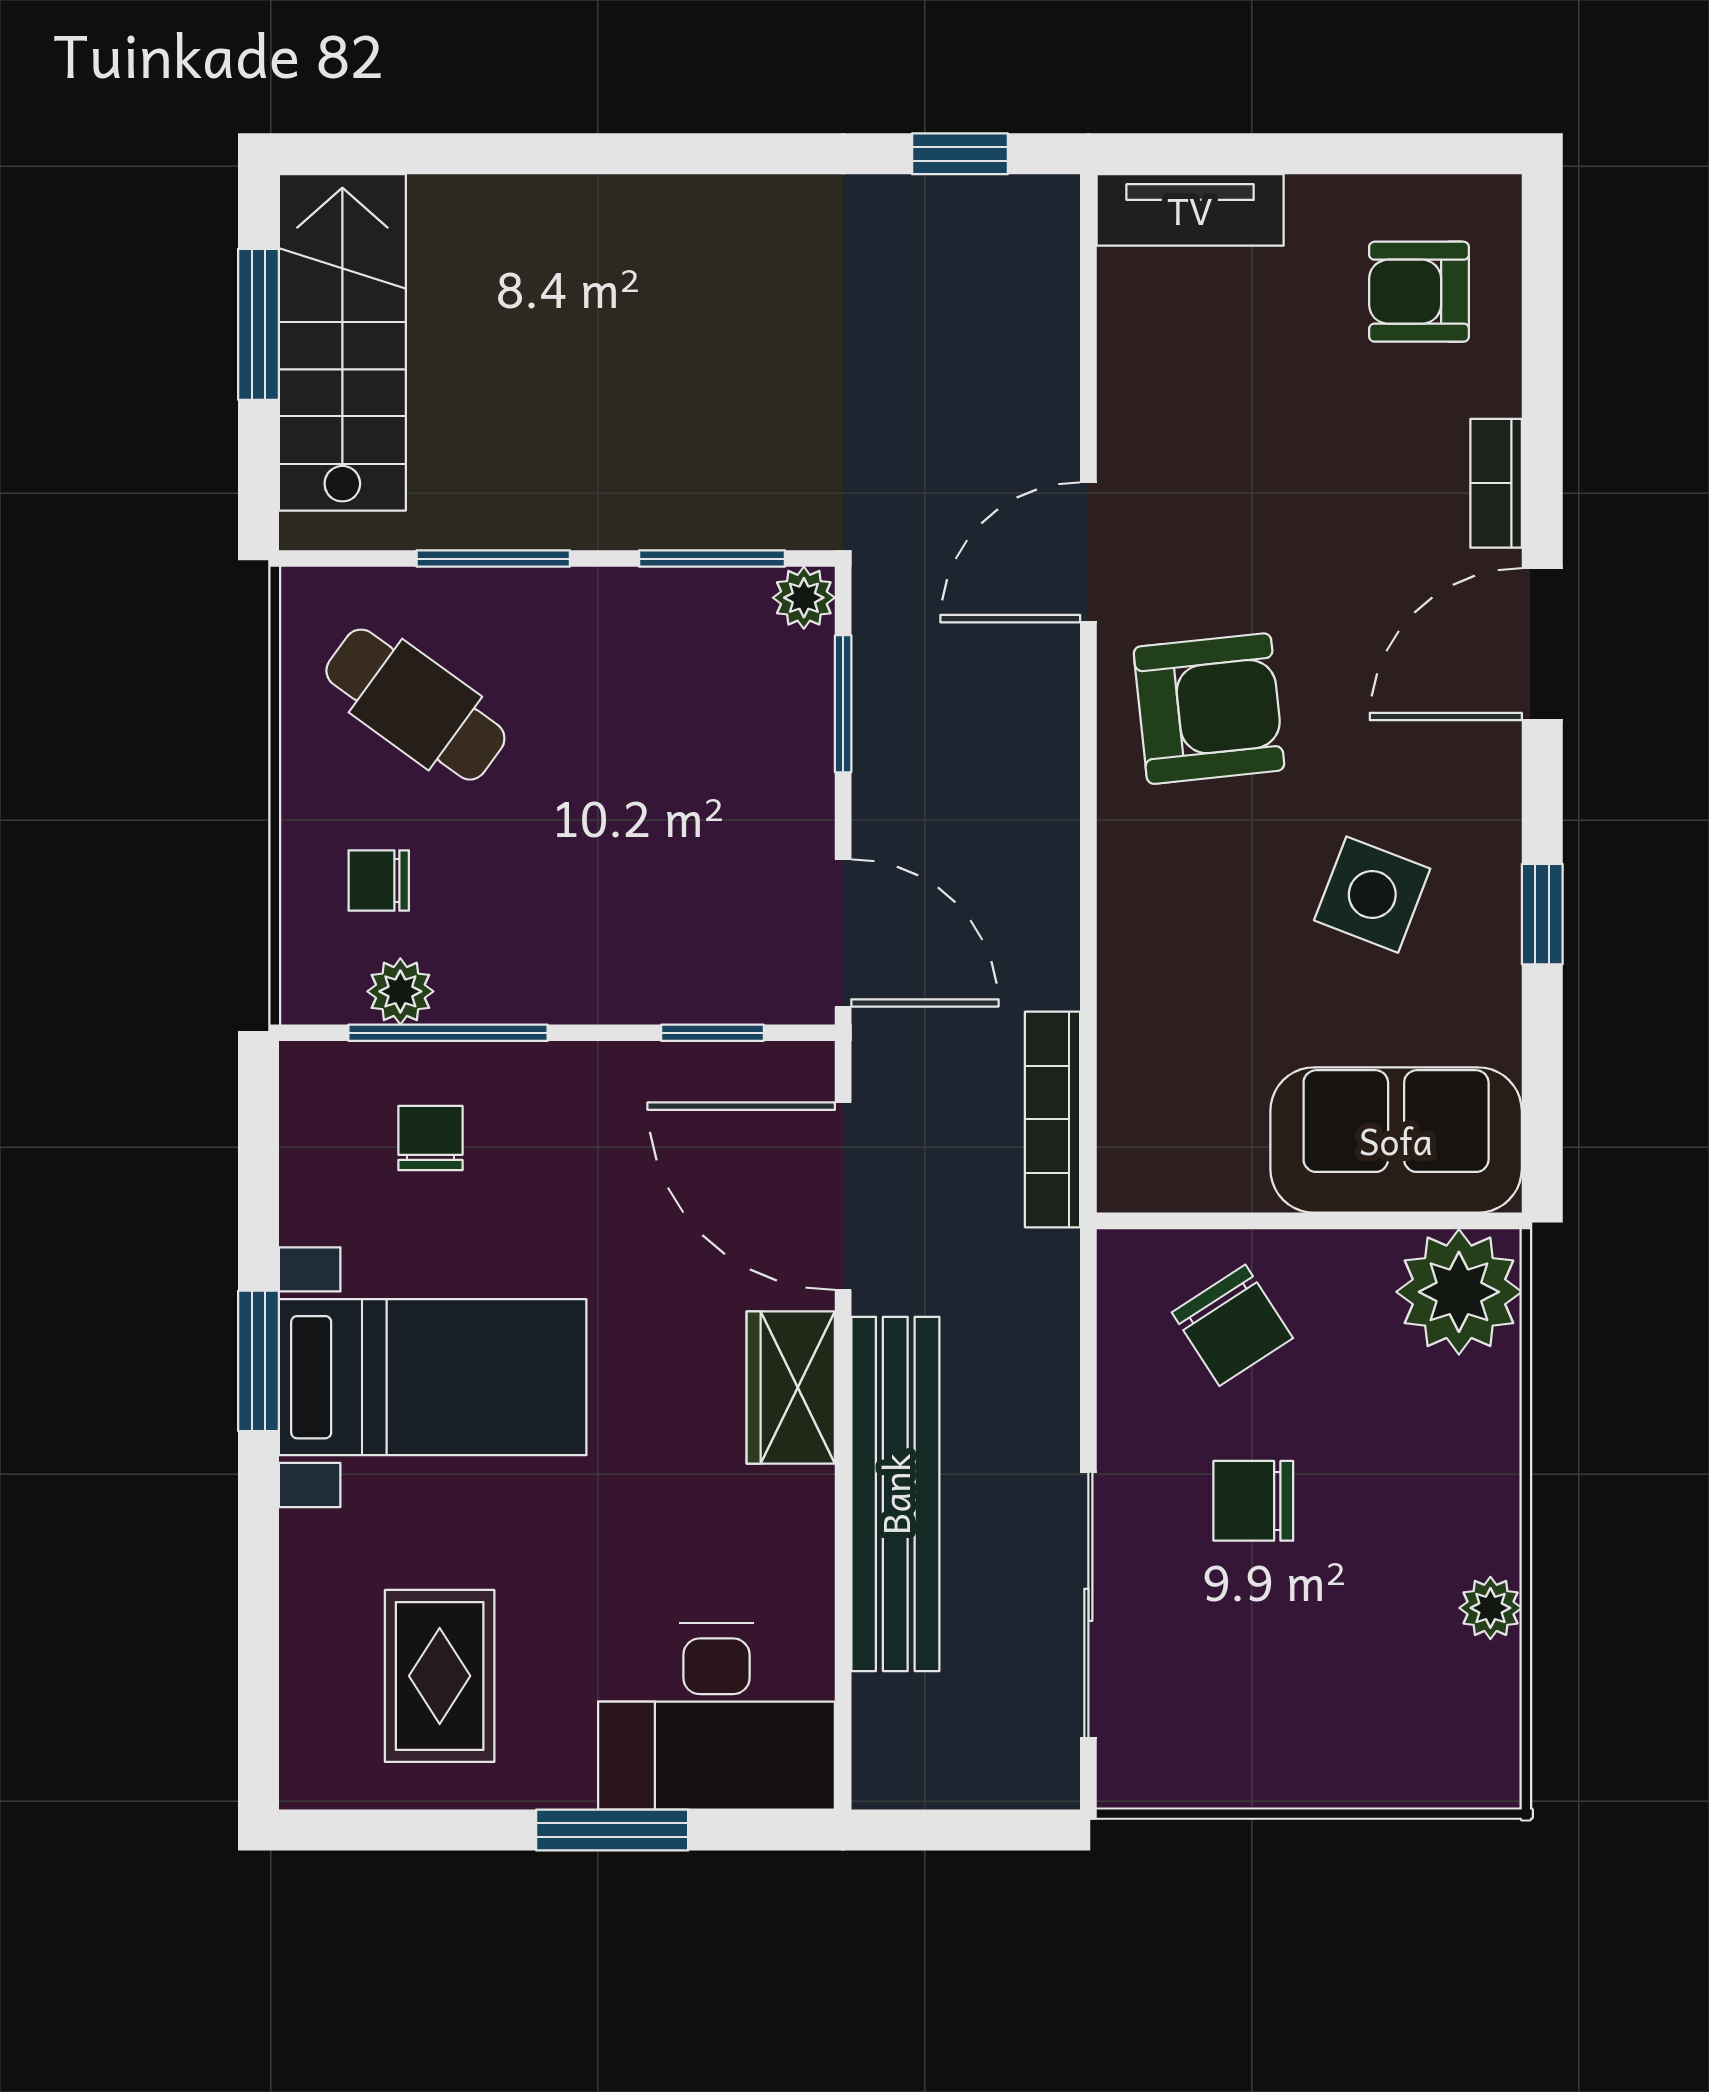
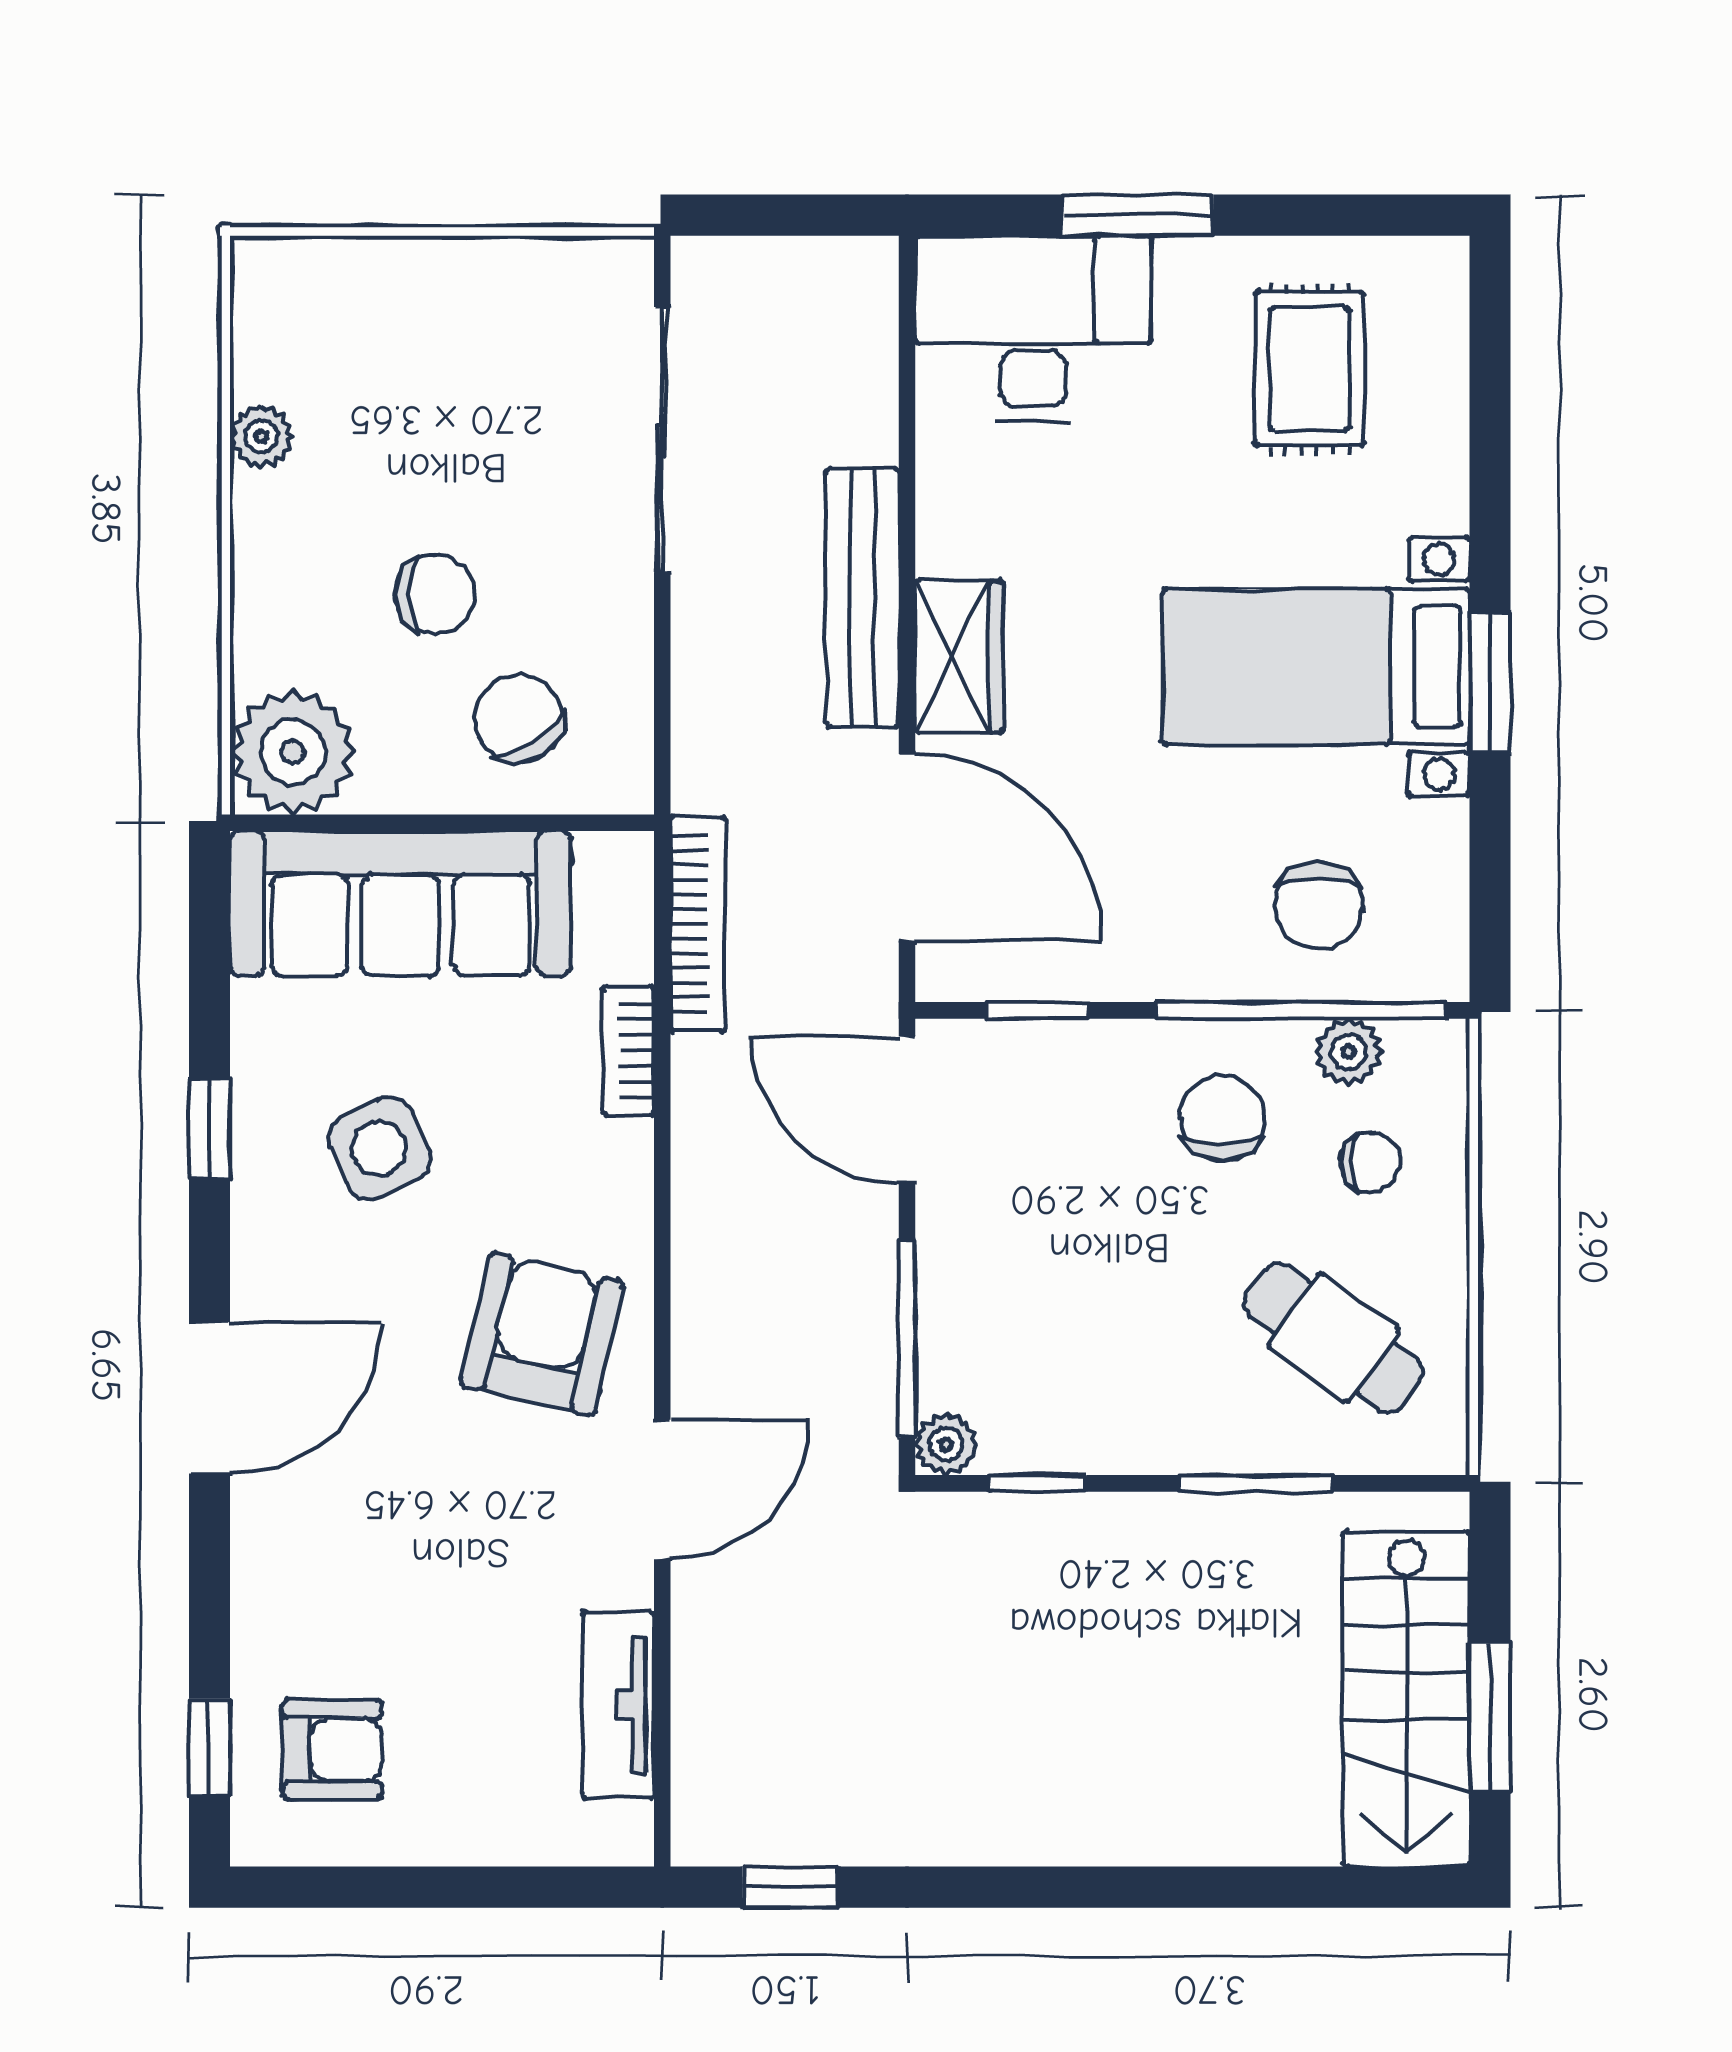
tv unit: (1190, 210) -> (618, 1705), moved, turned -90
window: (1542, 294) -> (210, 1747), added
bookcase: (1496, 483) -> (628, 1051), moved, turned 180
window: (712, 559) -> (1038, 1483), width x0.67
window: (843, 704) -> (907, 1339), width x1.44
armchair: (1209, 709) -> (542, 1334), turned 109
side table: (1372, 895) -> (379, 1148), turned 45
chair: (527, 925) -> (1222, 1118), added
window: (448, 1033) -> (1301, 1010), width x1.46
chair: (430, 1138) -> (1319, 905), width x1.37, depth x1.37
sofa: (1396, 1140) -> (401, 903), width x1.36
bench: (895, 1494) -> (863, 598), width x0.73, depth x0.82
chair: (1253, 1501) -> (435, 594), moved

